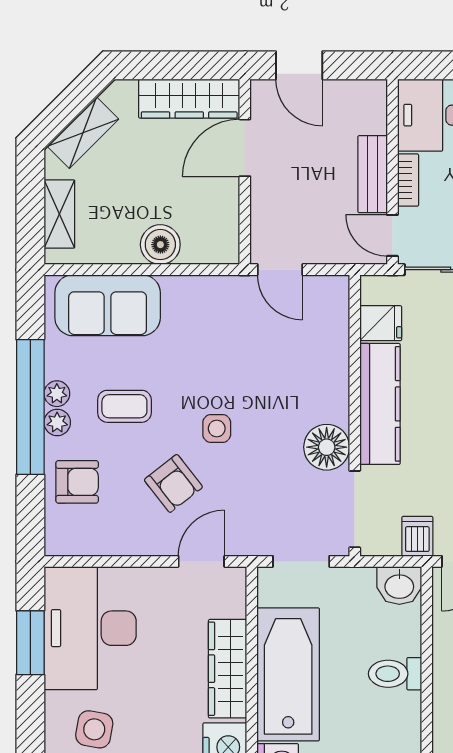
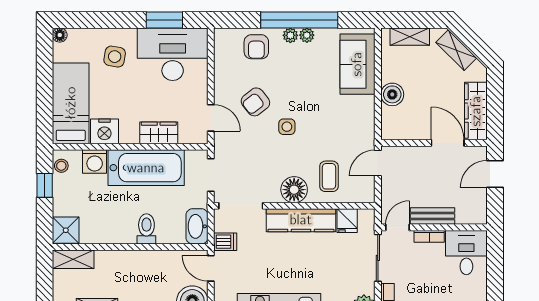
coffee table: (124, 406) -> (329, 176), moved
floor lamp: (327, 447) -> (294, 190), moved
washbasin: (399, 586) -> (197, 226), width x1.38
wardrobe: (228, 669) -> (159, 133), width x0.67

